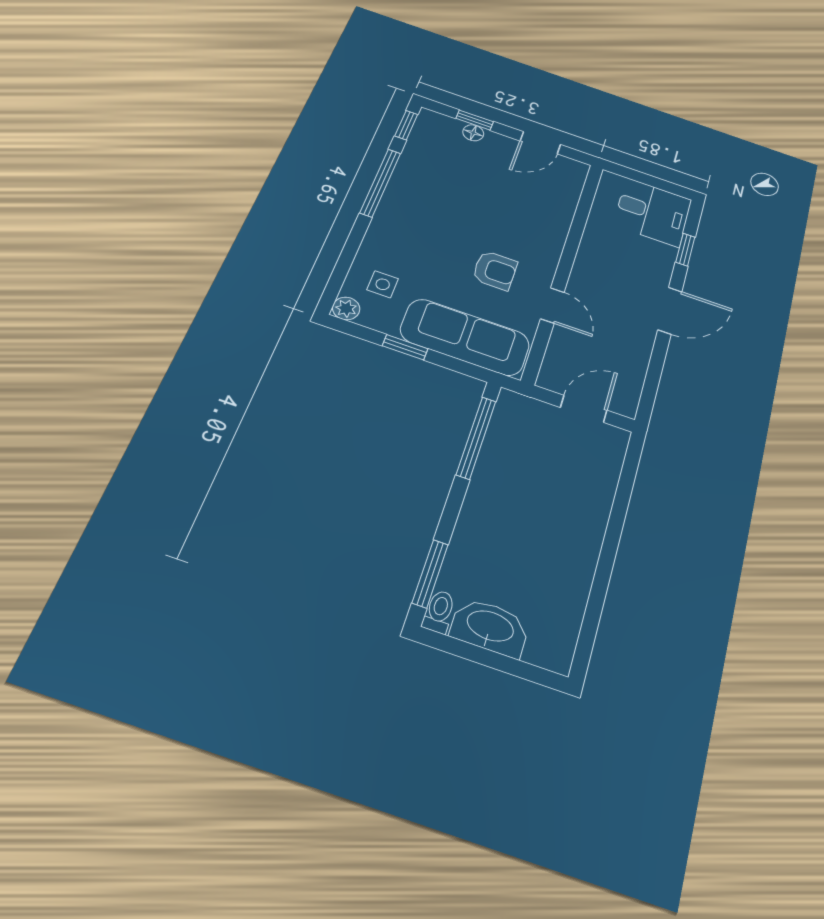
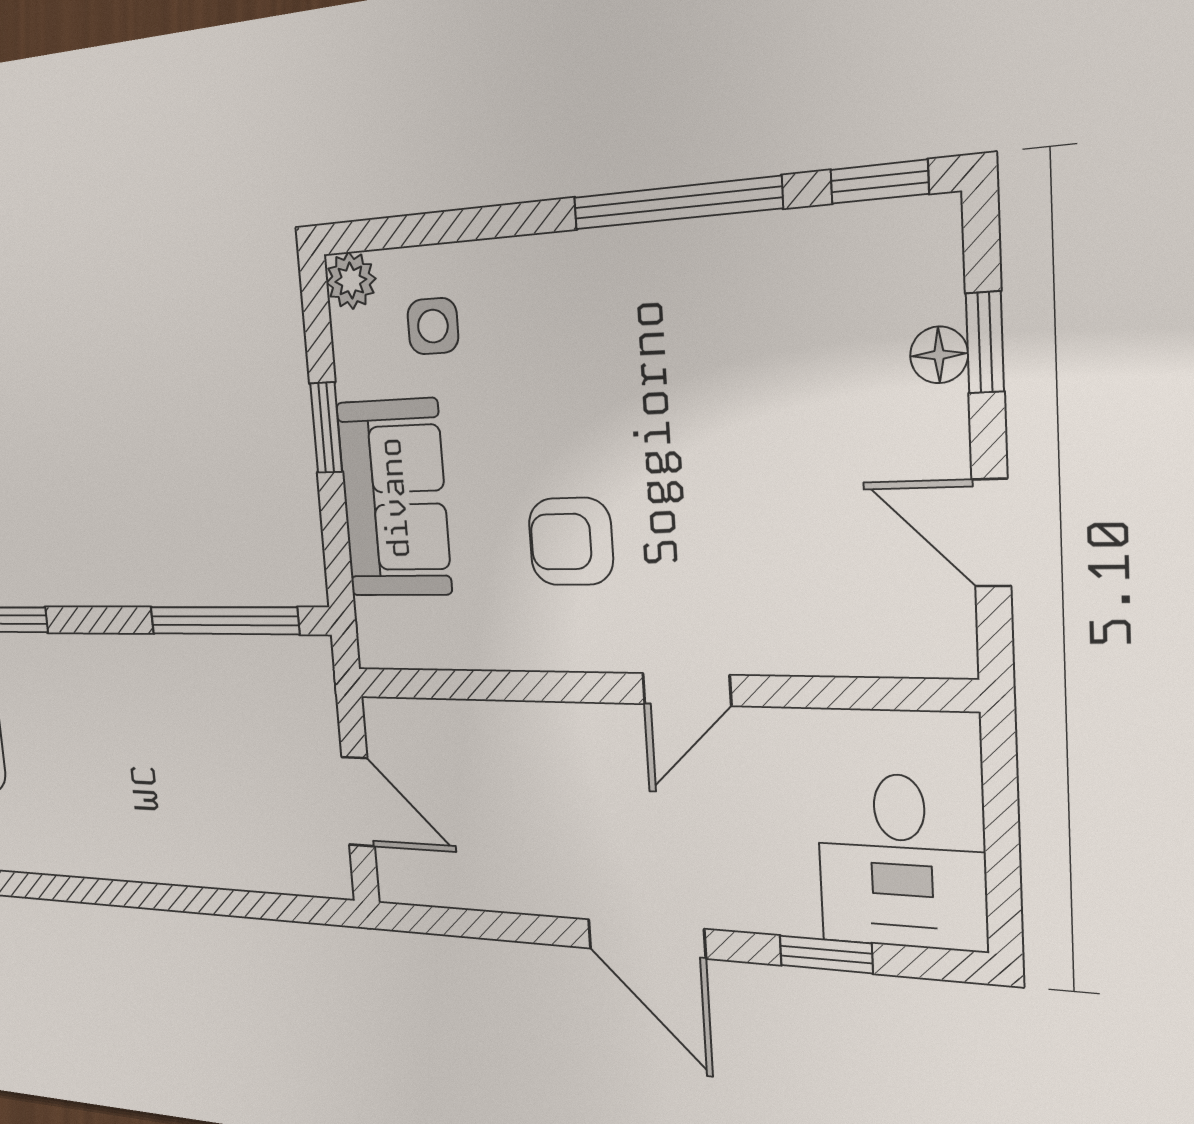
armchair: (495, 270) -> (571, 542), turned 90
door: (552, 305) -> (687, 690), moved
sofa: (465, 337) -> (394, 498), width x0.73

